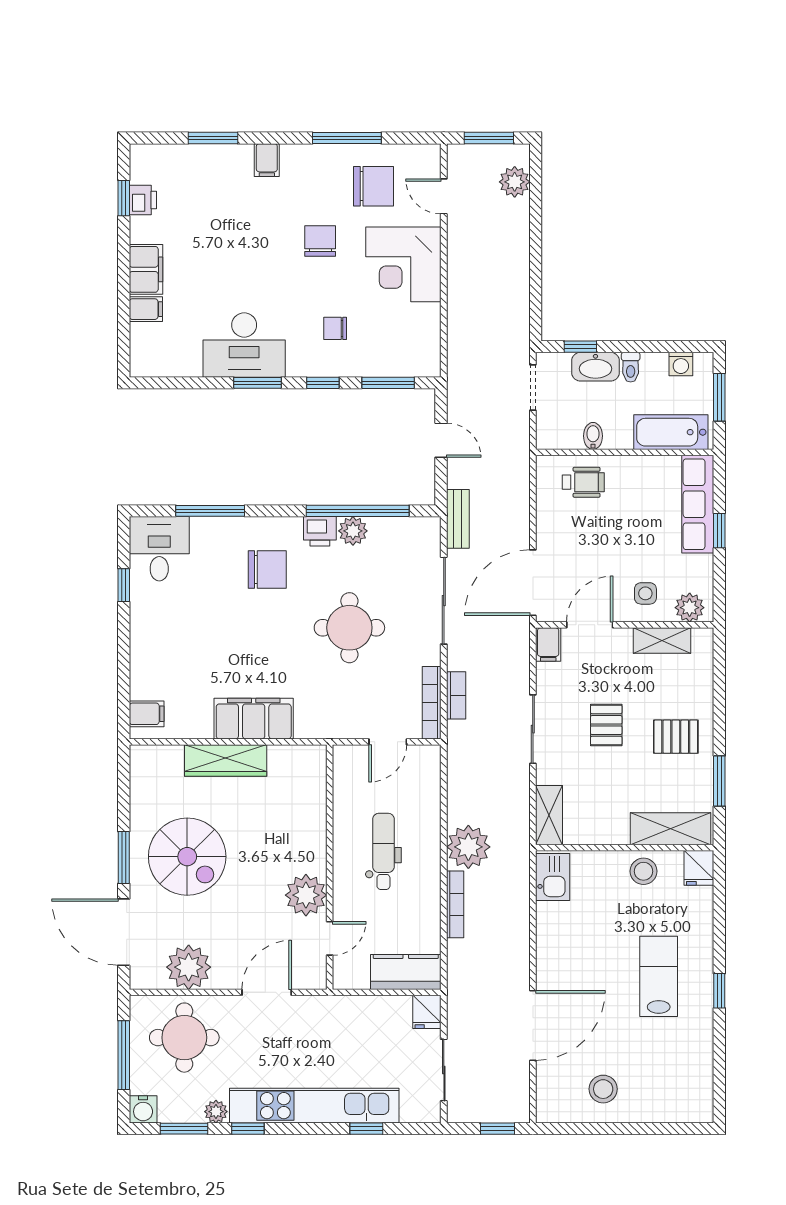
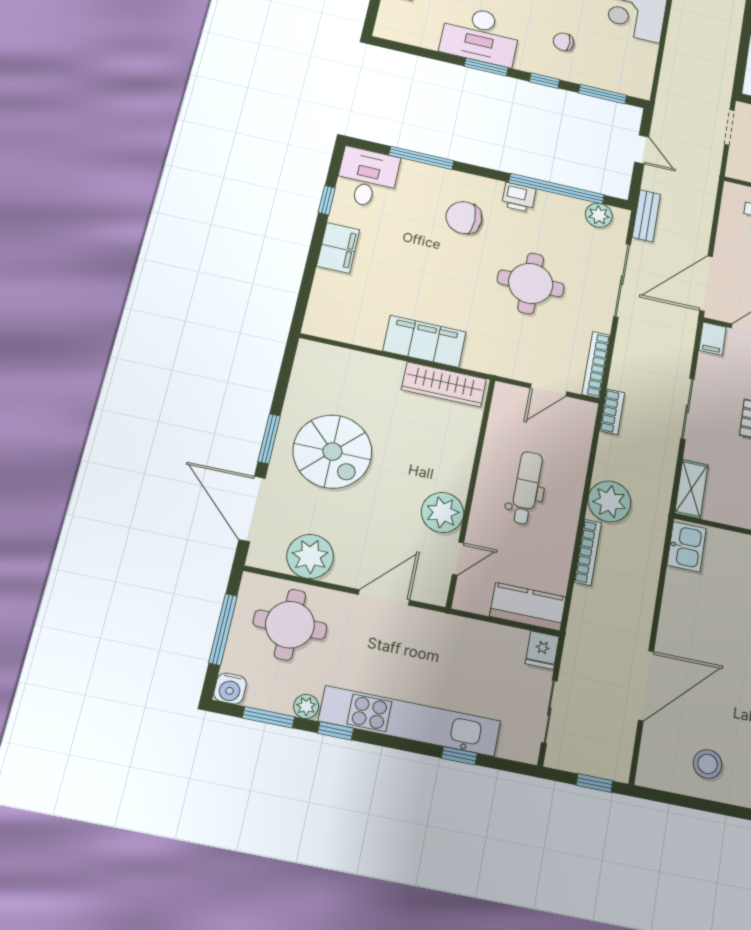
plant: (353, 531) -> (599, 215), moved
chair: (267, 569) -> (464, 218), turned 180
bookcase: (456, 695) -> (612, 412), moved
filing cabinet: (147, 714) -> (338, 248), moved, width x2.00
wardrobe: (226, 760) -> (444, 384), moved

